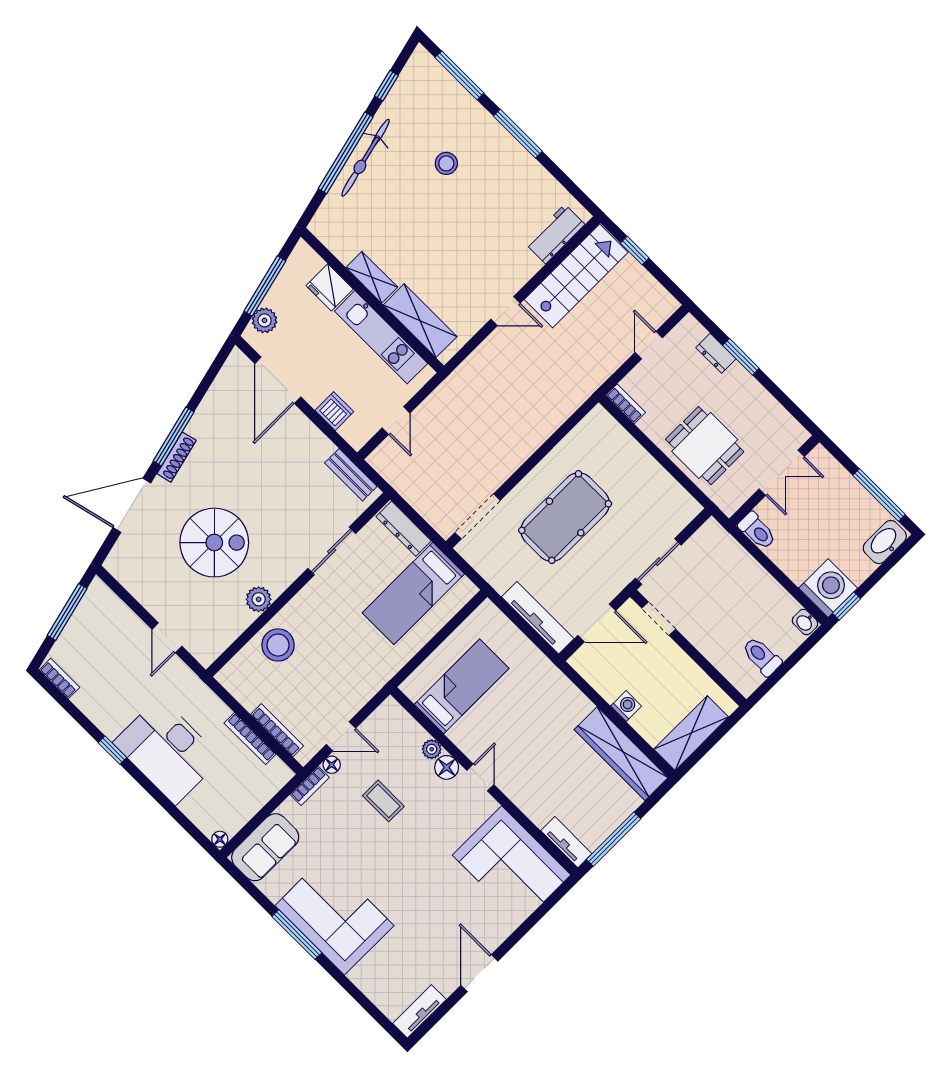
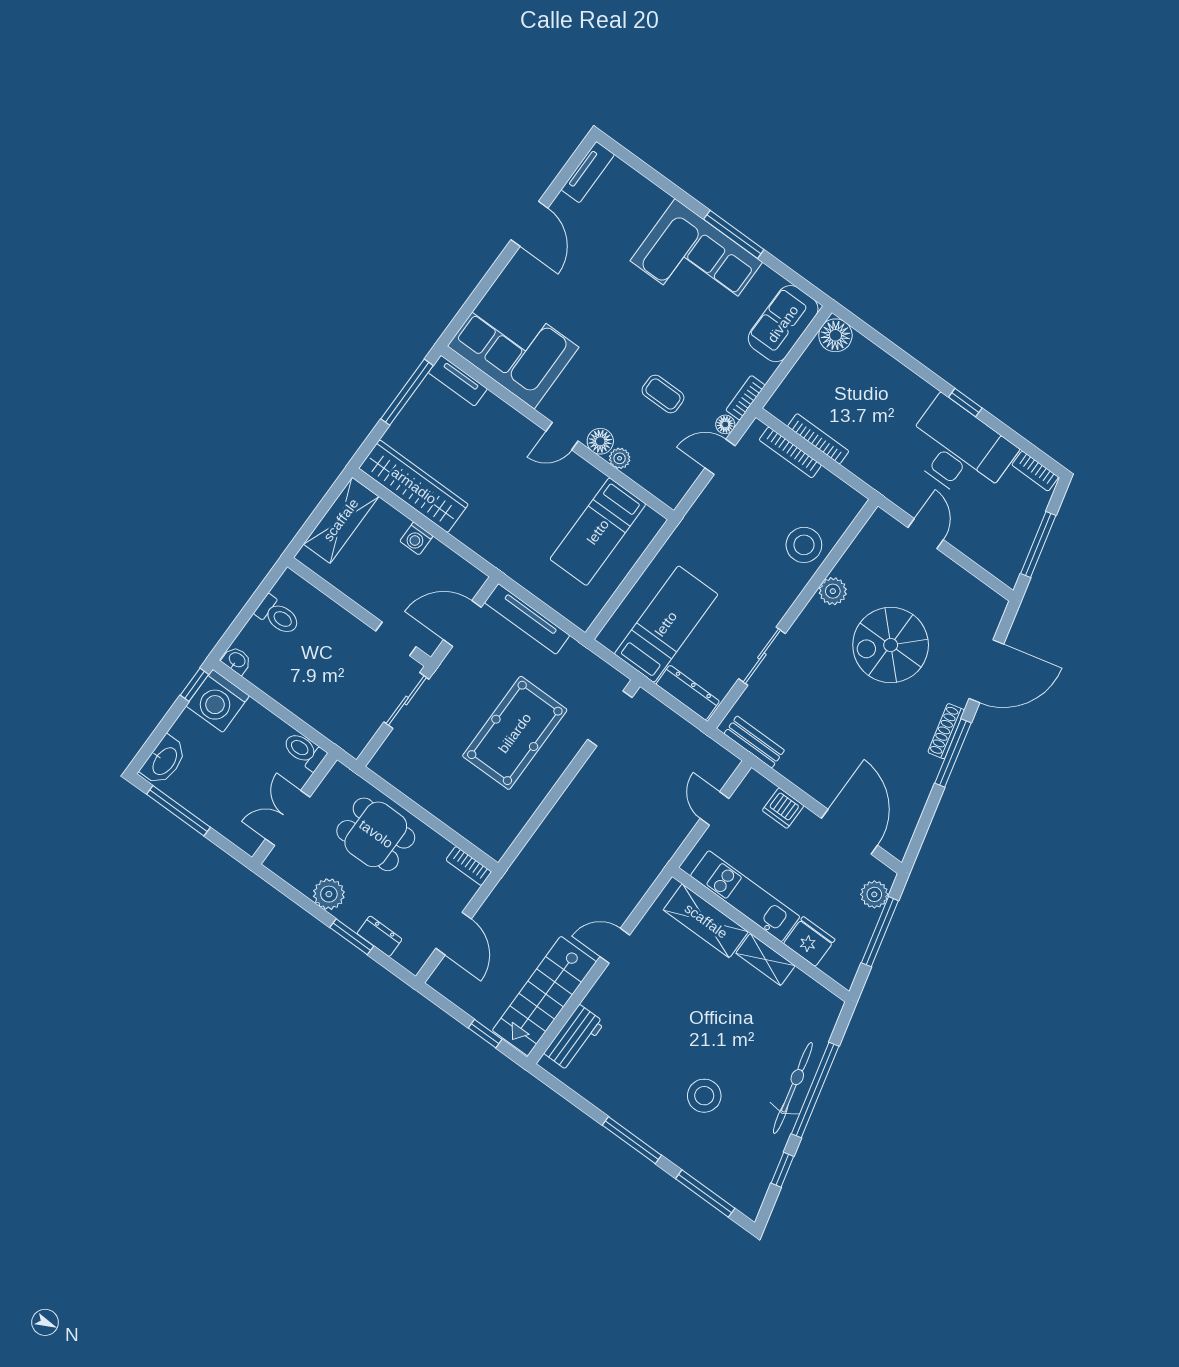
stool: (446, 163) -> (704, 1096), width x1.38, depth x1.38
door: (649, 345) -> (454, 934), width x1.38
plant: (755, 398) -> (329, 894), added
desk: (167, 751) -> (959, 450), moved
door: (480, 777) -> (562, 436), hinge flipped
floor lamp: (220, 839) -> (835, 335), width x1.89, depth x1.89

